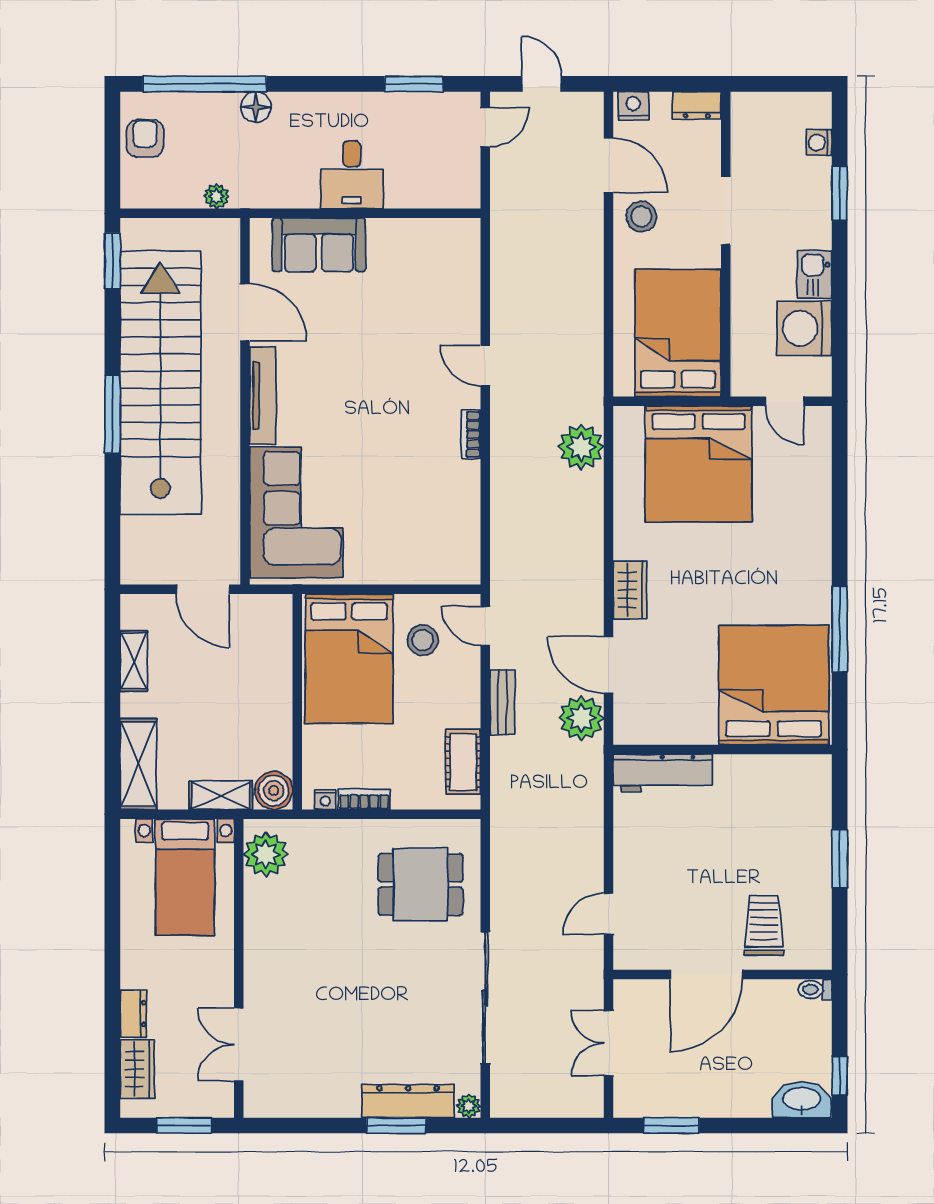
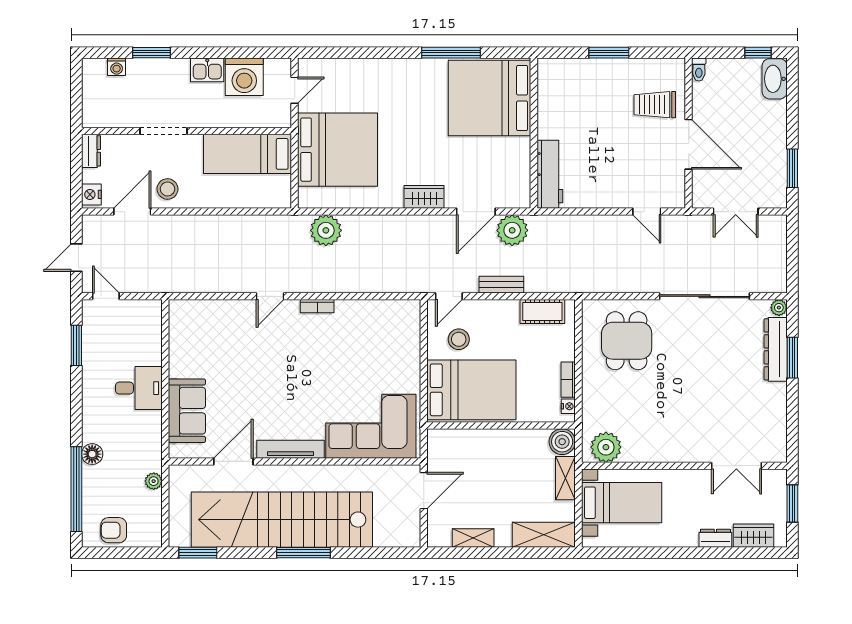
bed: (678, 333) -> (248, 154), width x0.67

